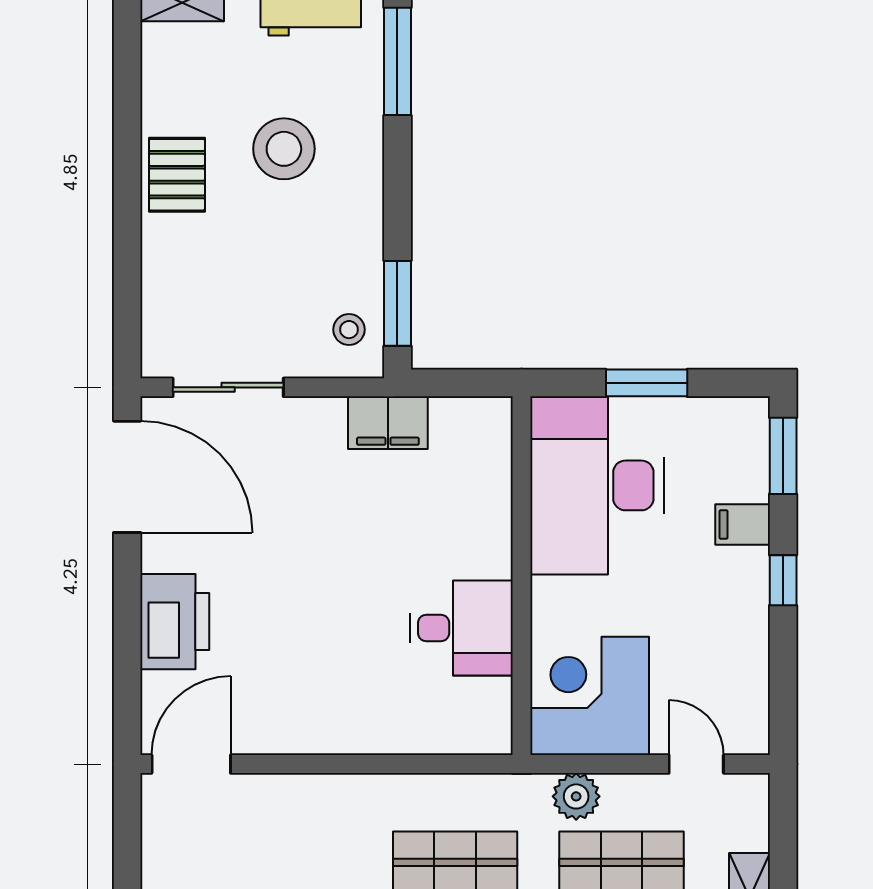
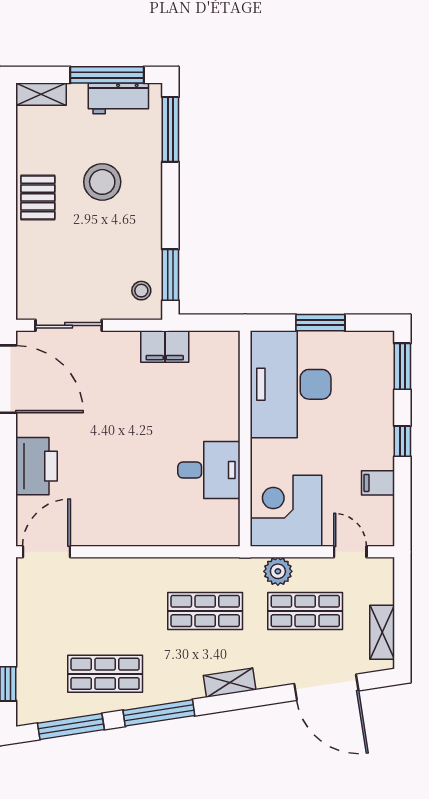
filing cabinet: (743, 525) -> (378, 483), moved

